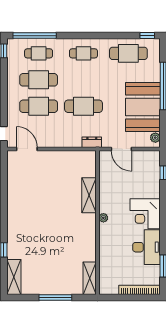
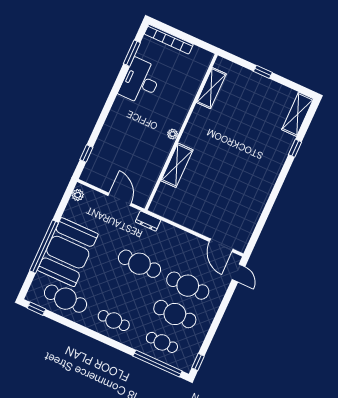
booth: (143, 107) -> (68, 252), moved
corner desk: (145, 214) -> (126, 118), removed
shelving: (90, 278) -> (211, 88), moved
window: (55, 297) -> (263, 72), width x0.46

